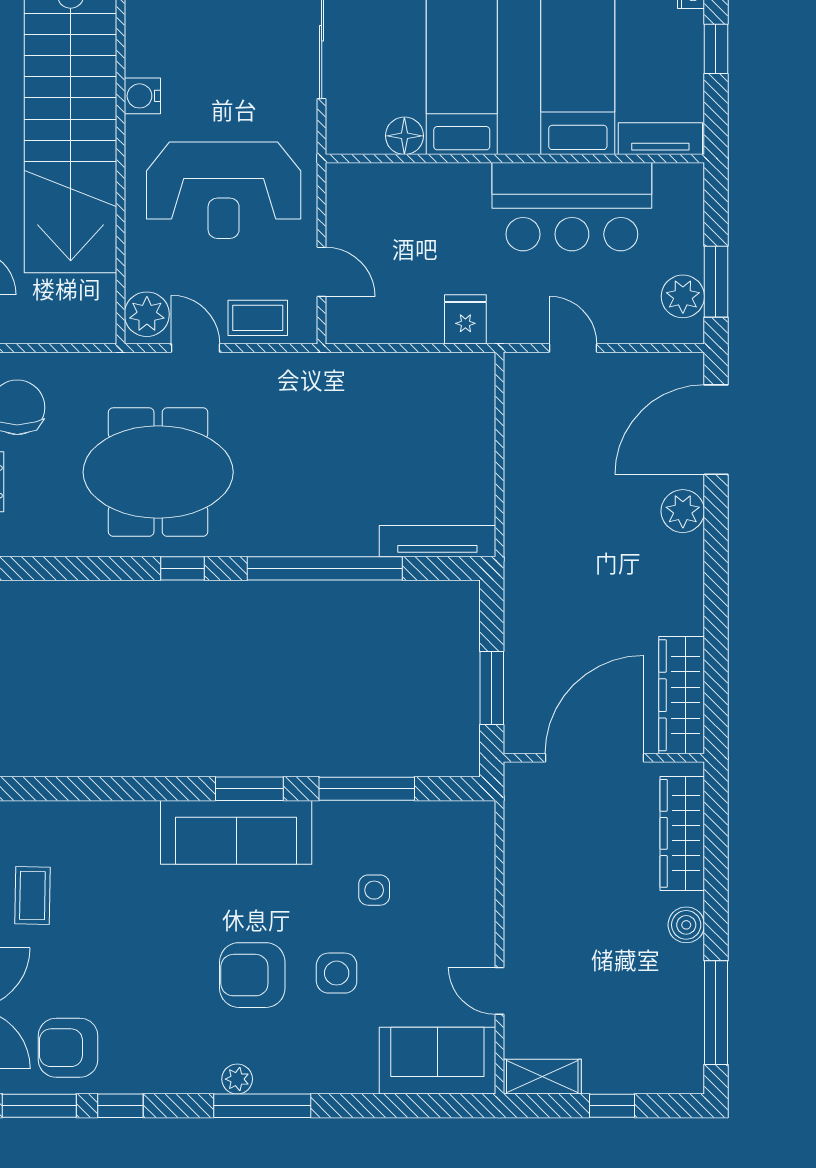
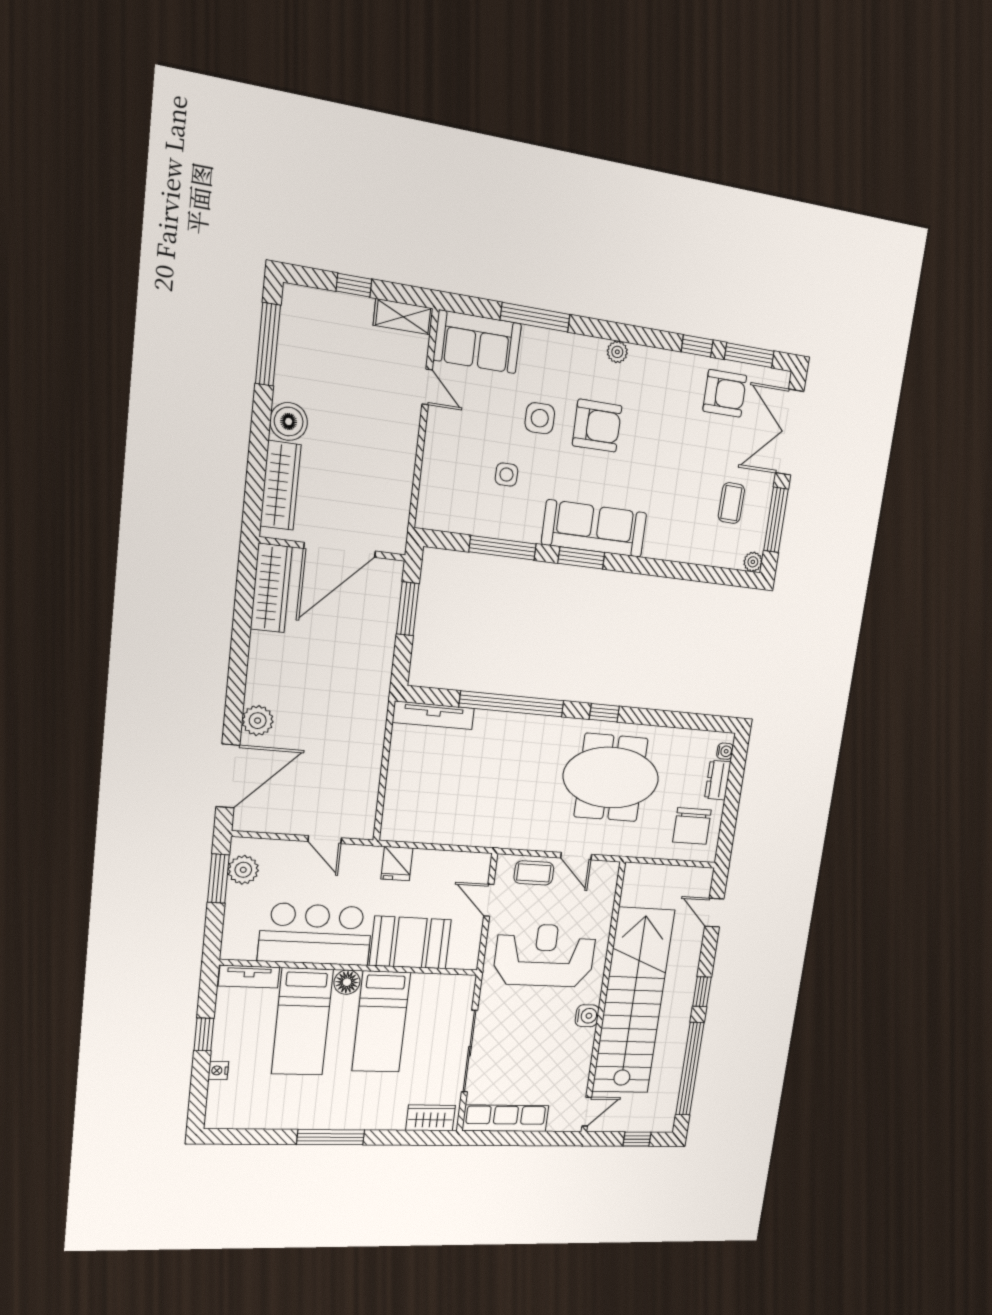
floor lamp: (404, 136) -> (347, 982), moved
booth: (432, 201) -> (410, 943), added
plant: (147, 314) -> (604, 880), removed
boiler: (686, 925) -> (289, 422), width x1.36, depth x1.36
window: (262, 1106) -> (535, 317), moved

